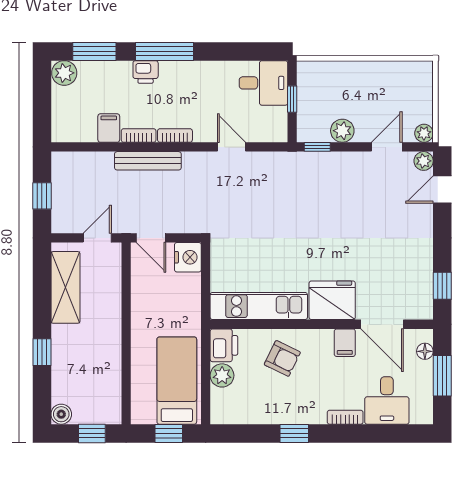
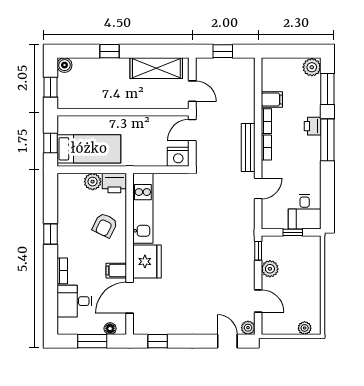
plant: (424, 133) -> (305, 328), moved
bench: (148, 161) -> (248, 148), moved

